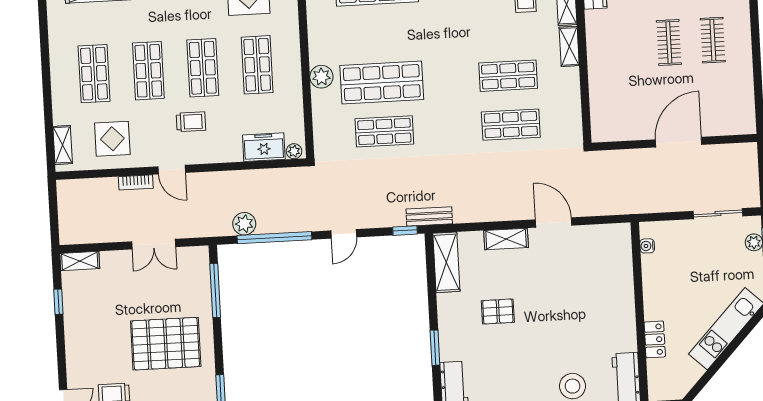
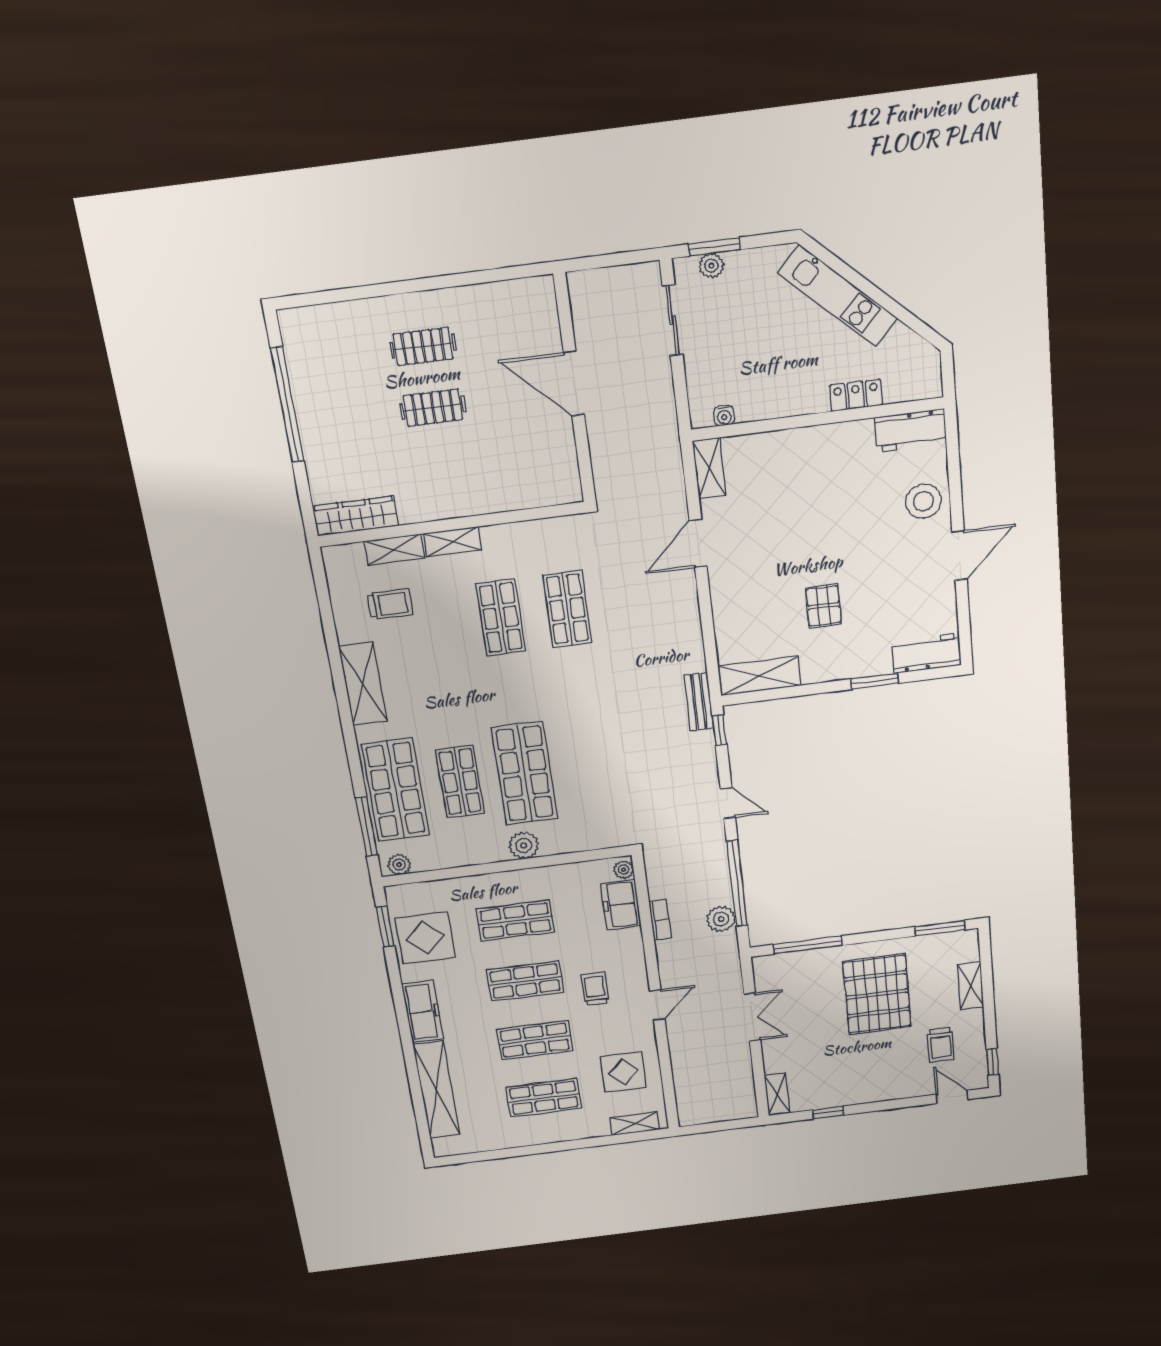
shop shelf: (384, 131) -> (460, 782), moved
bookcase: (136, 182) -> (660, 920), moved
shelving: (506, 239) -> (709, 468), moved

